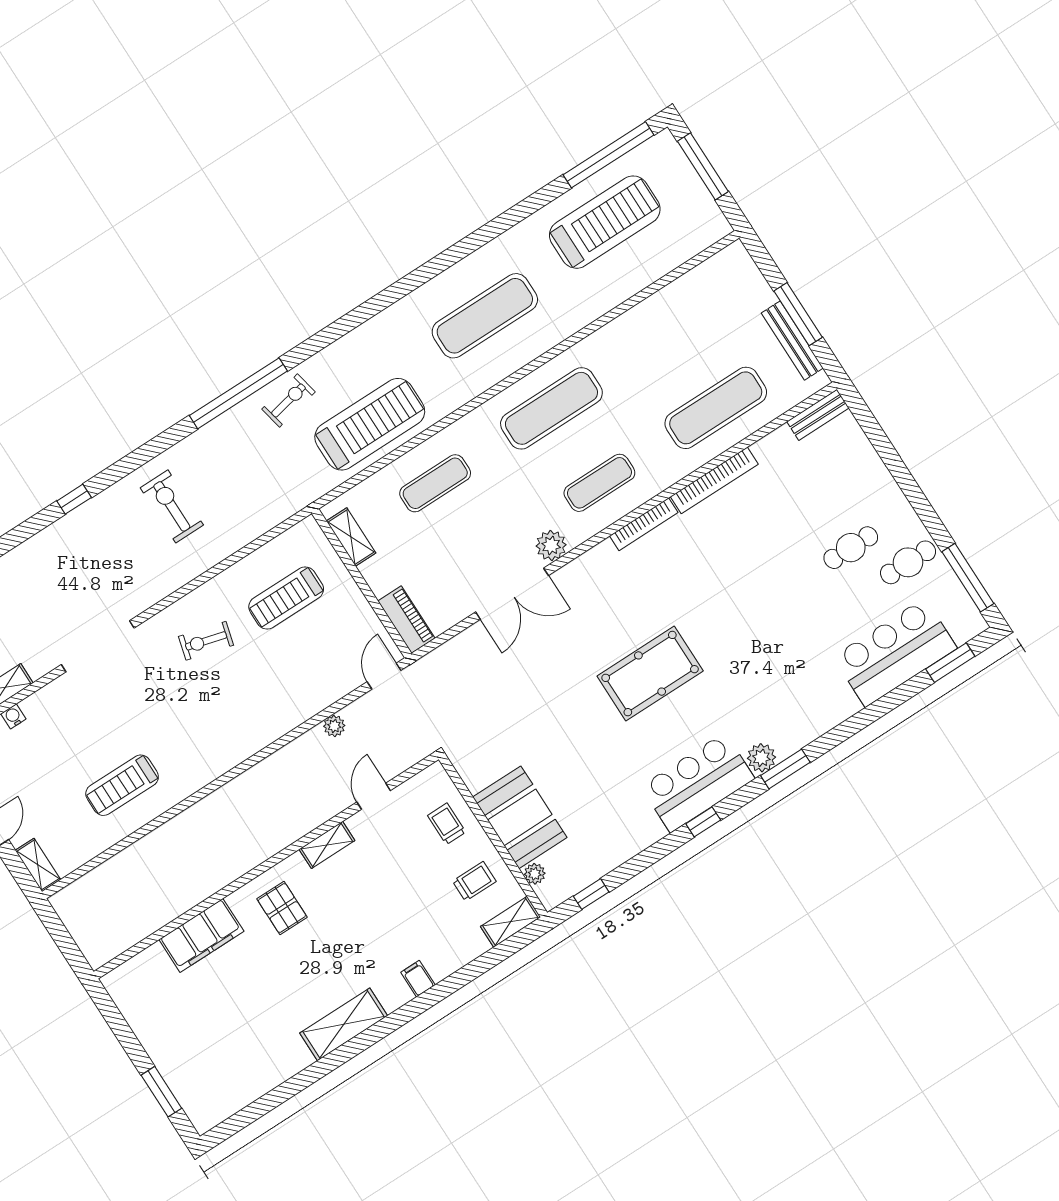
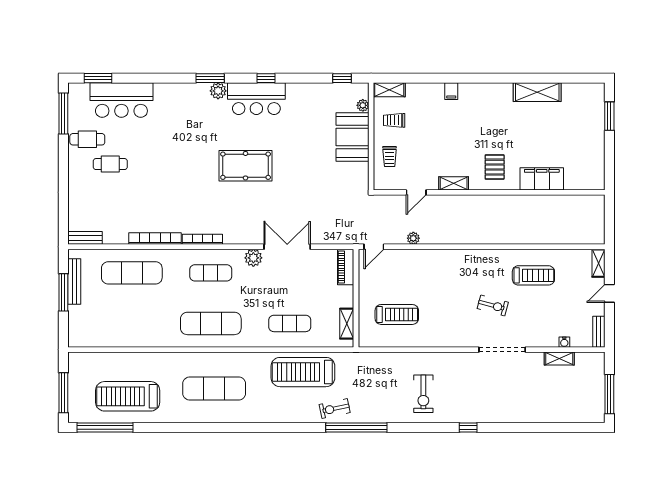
exercise bike: (206, 641) -> (493, 305), moved
shelving: (344, 1024) -> (537, 92), moved

